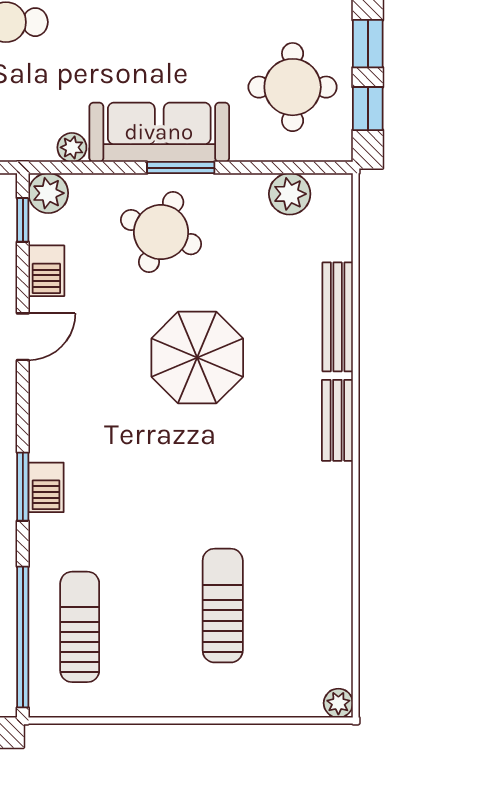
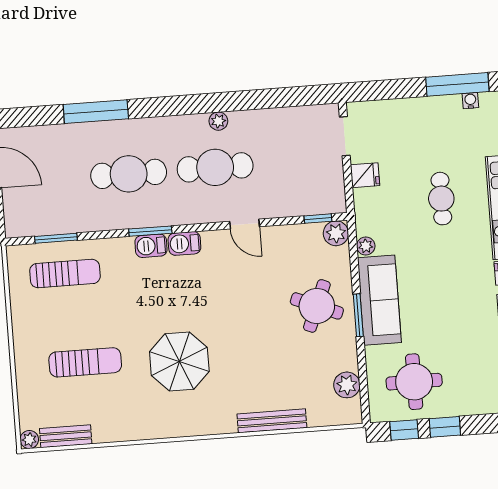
barbecue: (46, 271) -> (184, 243), moved
parasol: (197, 358) -> (179, 361), moved
bench: (337, 420) -> (66, 436), moved
window: (23, 637) -> (56, 238), width x0.47

